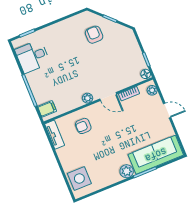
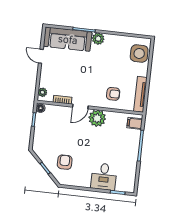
armchair: (94, 35) -> (65, 162), turned 180
desk: (33, 57) -> (104, 177), moved, turned 90
door: (108, 96) -> (80, 106), swing flipped
plant: (87, 98) -> (97, 118), width x1.88, depth x1.88
door: (167, 111) -> (41, 56), moved
tv unit: (55, 135) -> (140, 94), width x1.41

